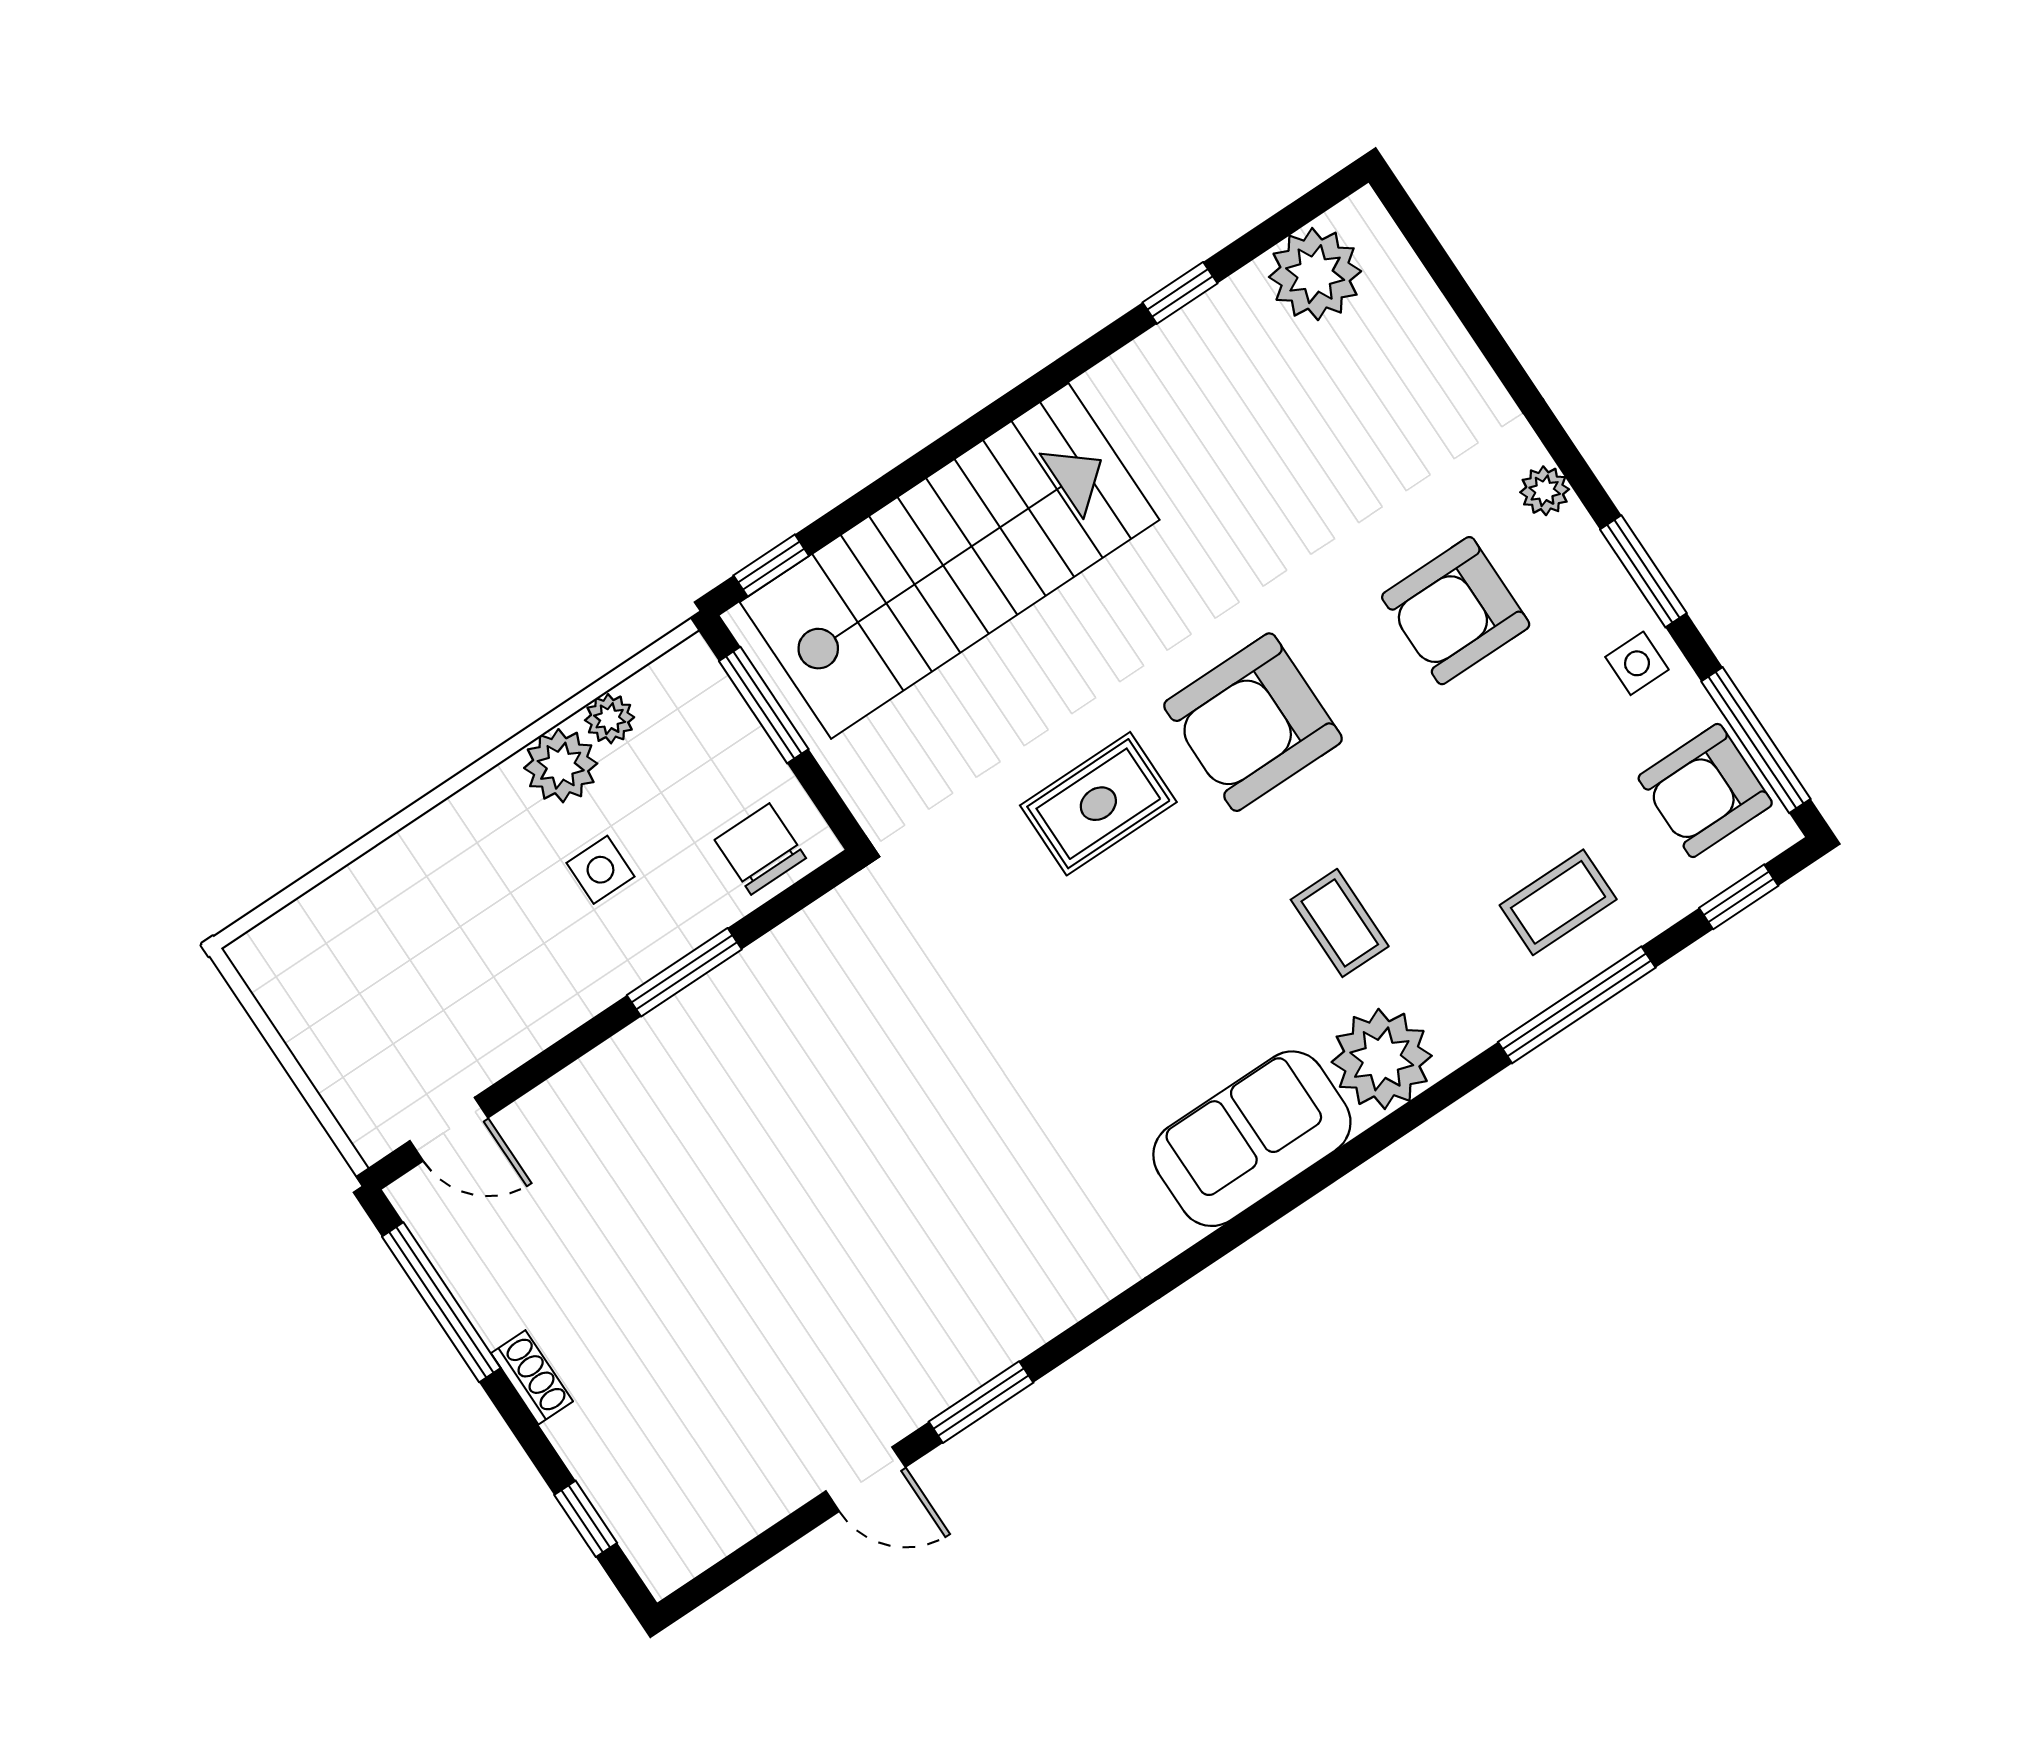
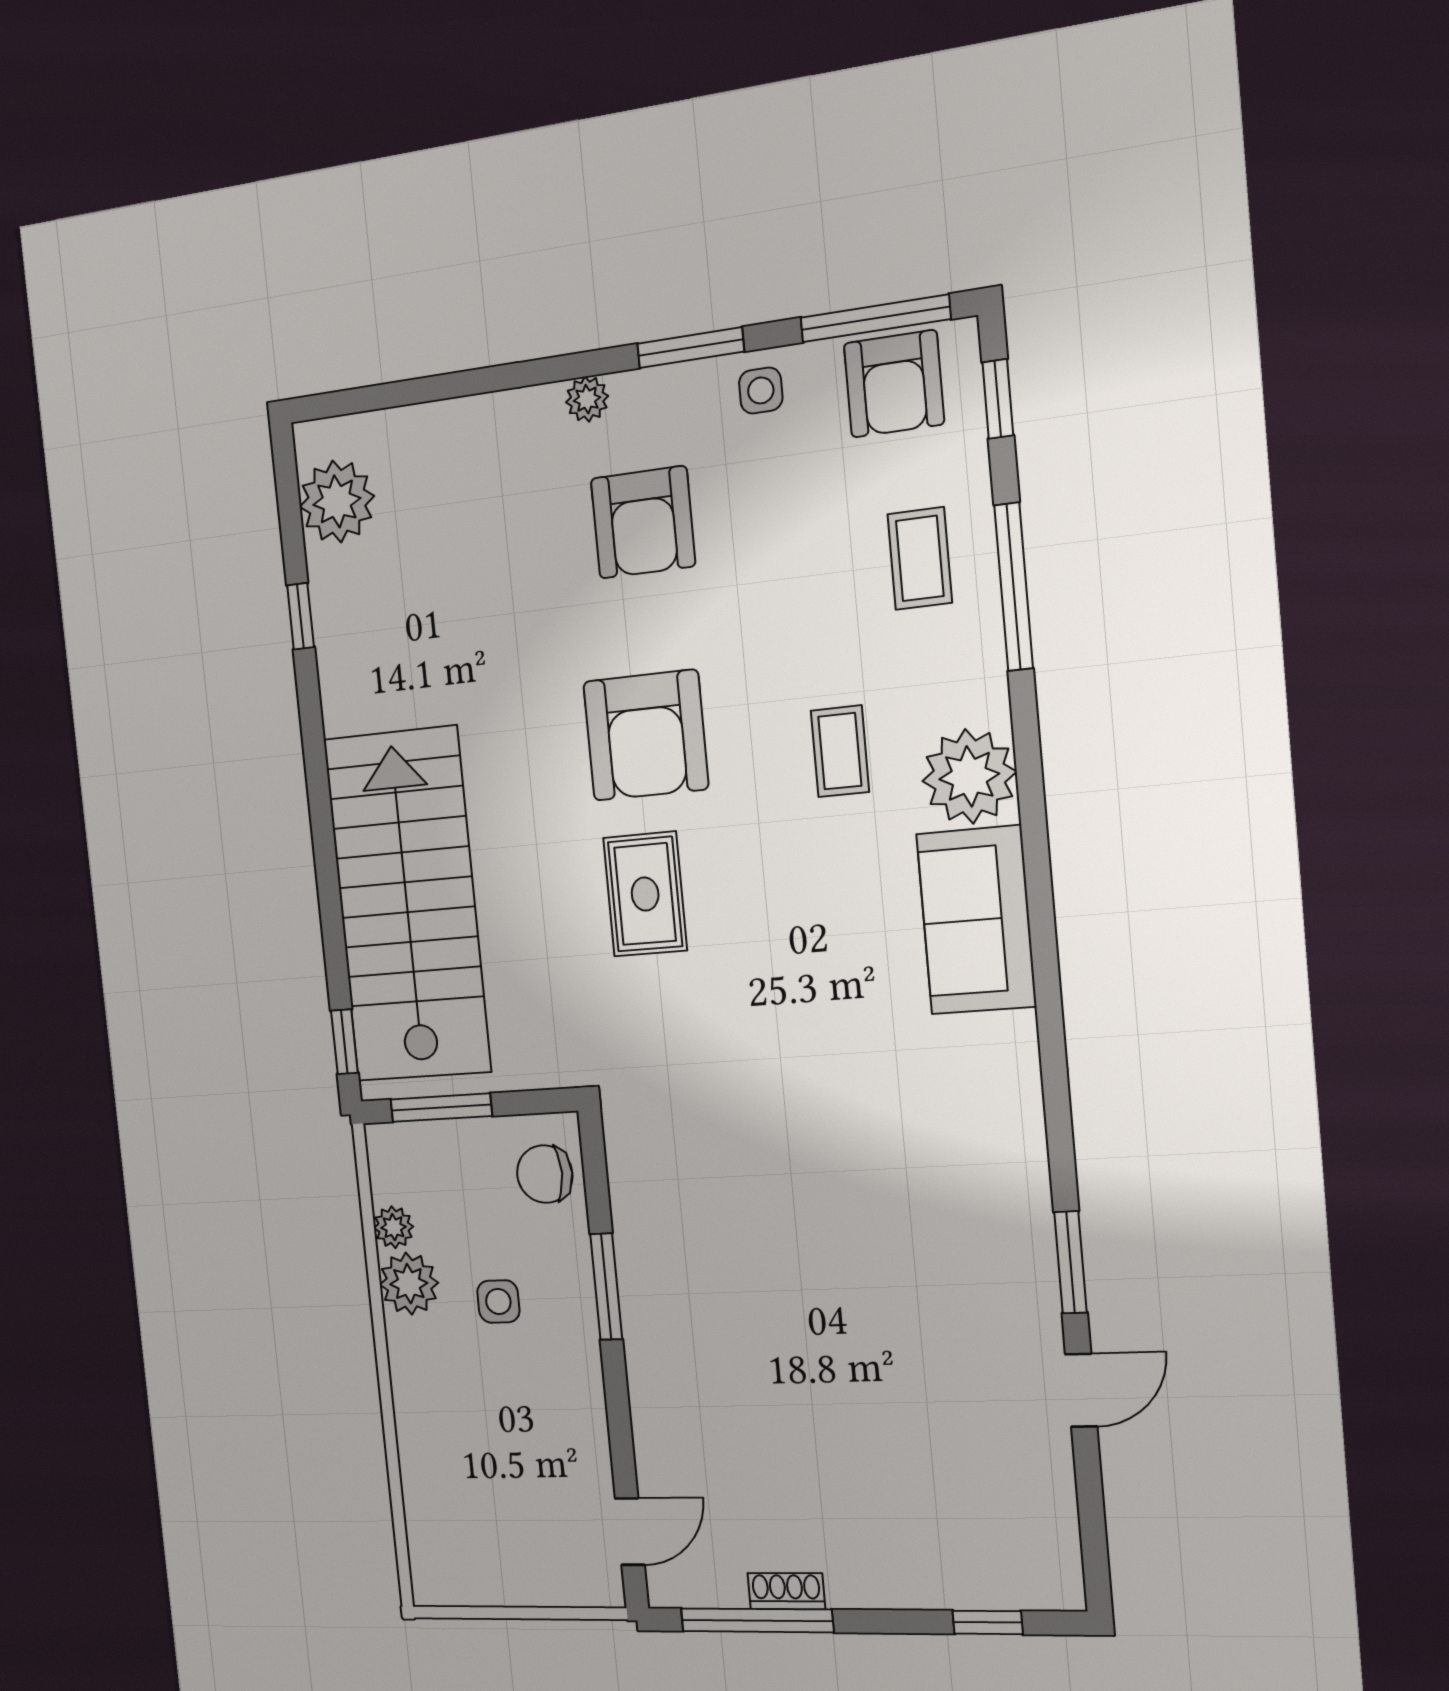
coffee table: (1340, 923) -> (840, 751), turned 90
shoe rack: (532, 1377) -> (786, 1591), moved

